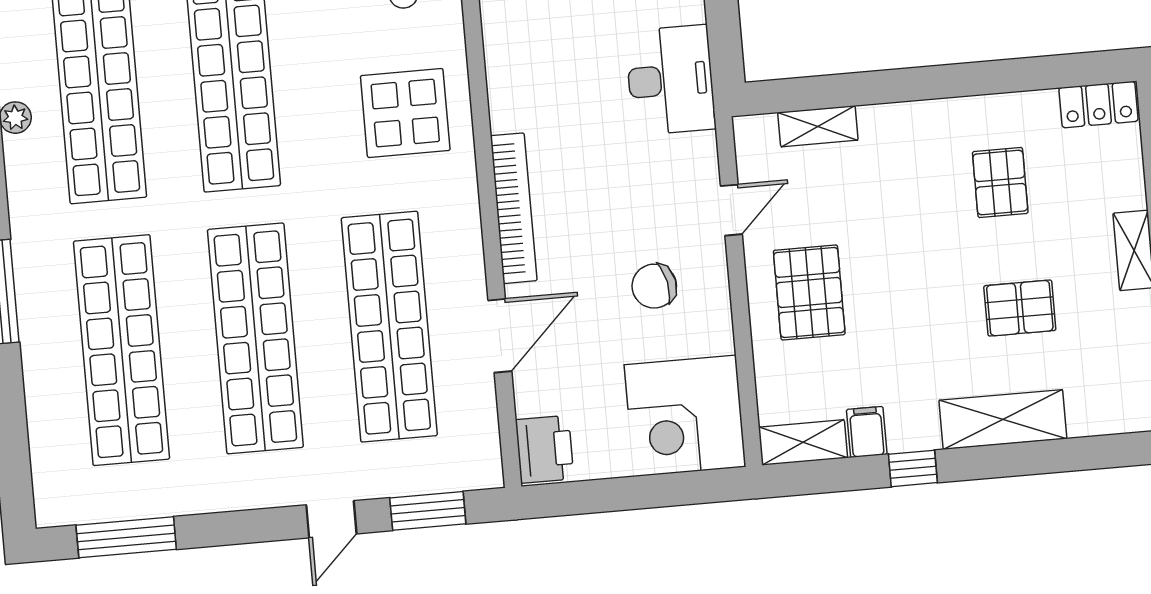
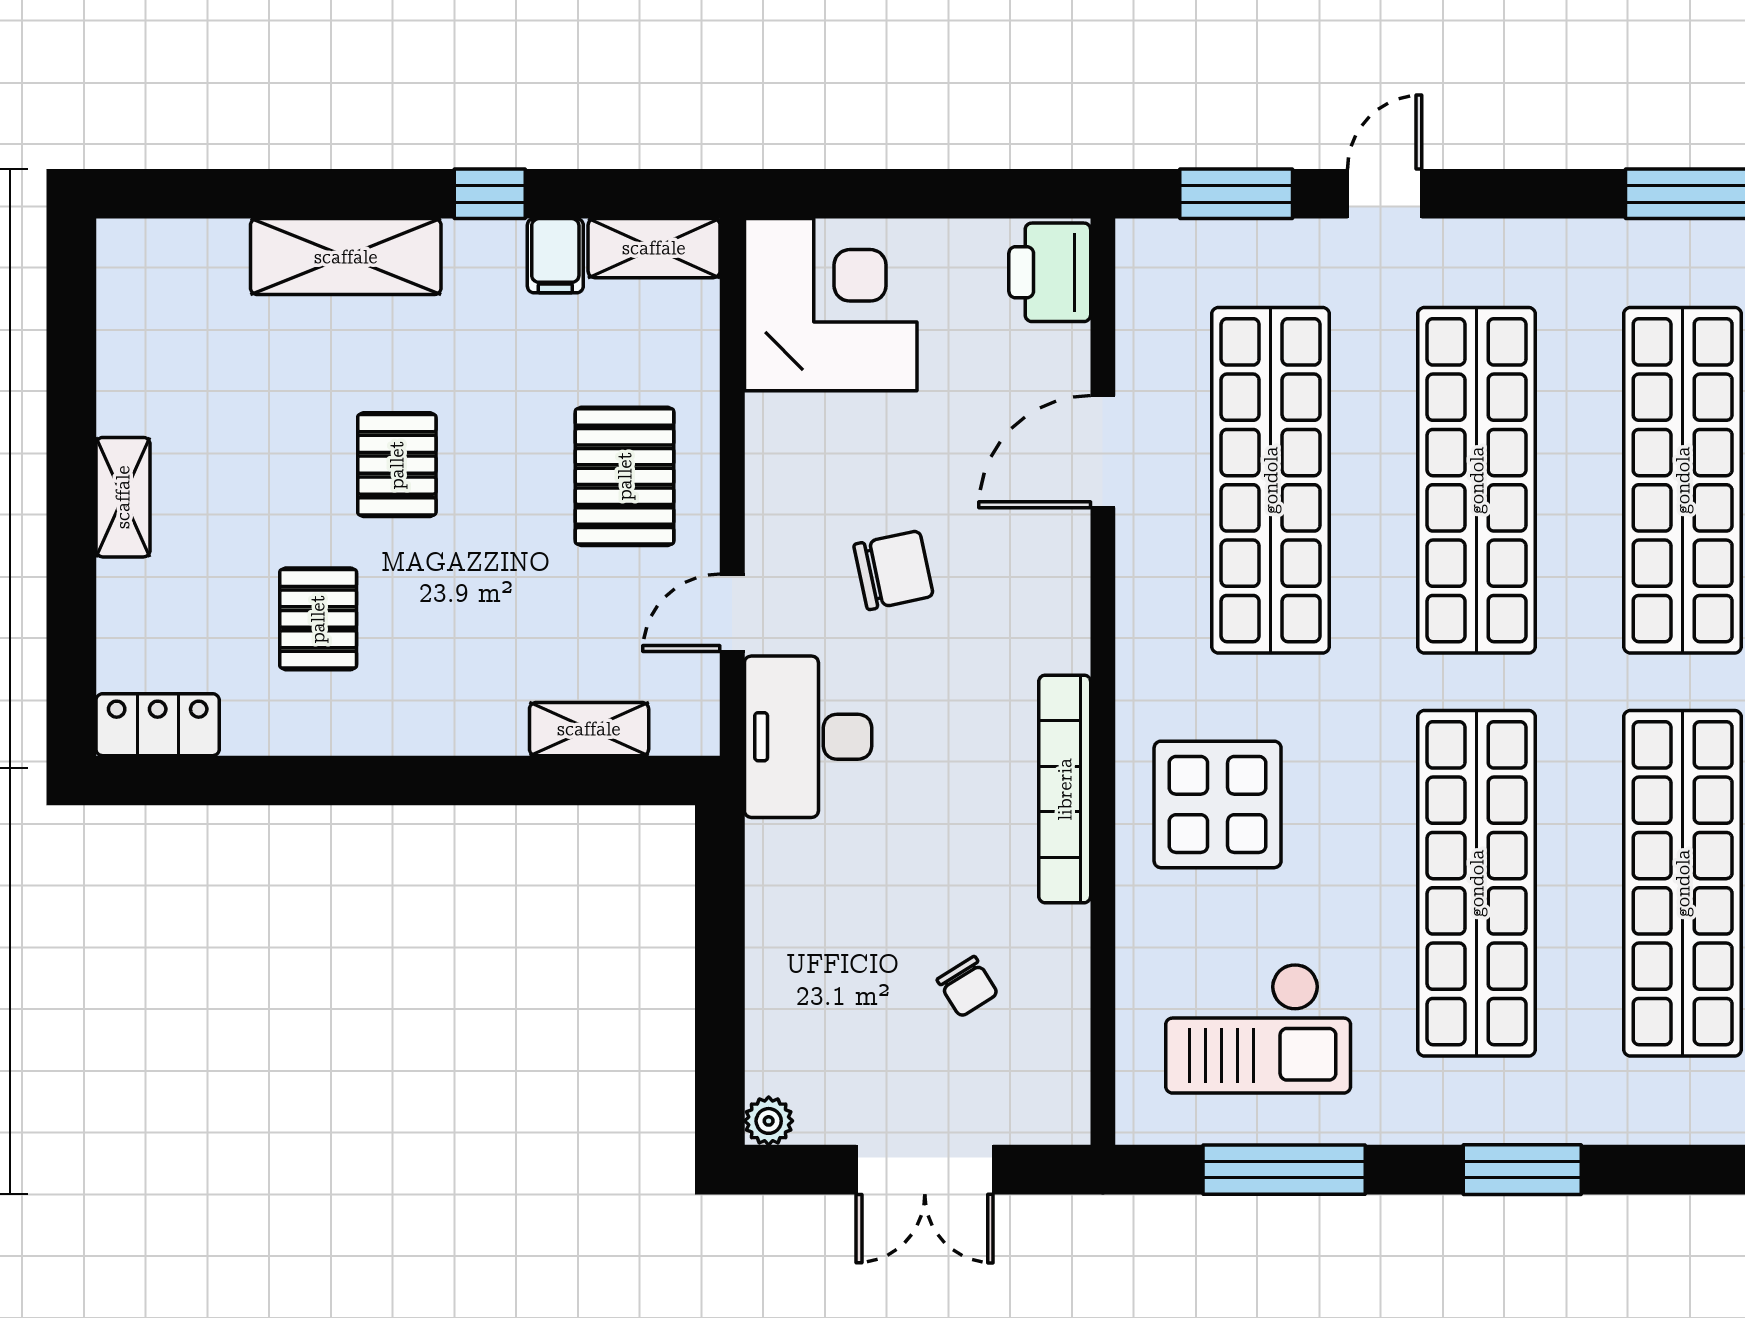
desk: (670, 80) -> (808, 737), moved
bookcase: (514, 208) -> (1065, 789), moved
chair: (654, 286) -> (894, 570), moved
pallet: (1020, 308) -> (397, 465), moved, turned 90

